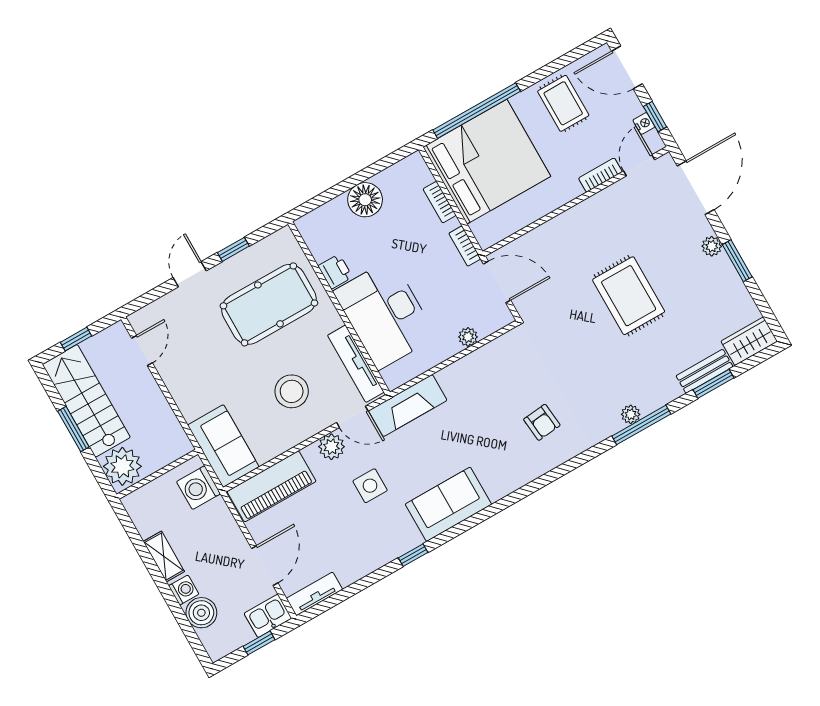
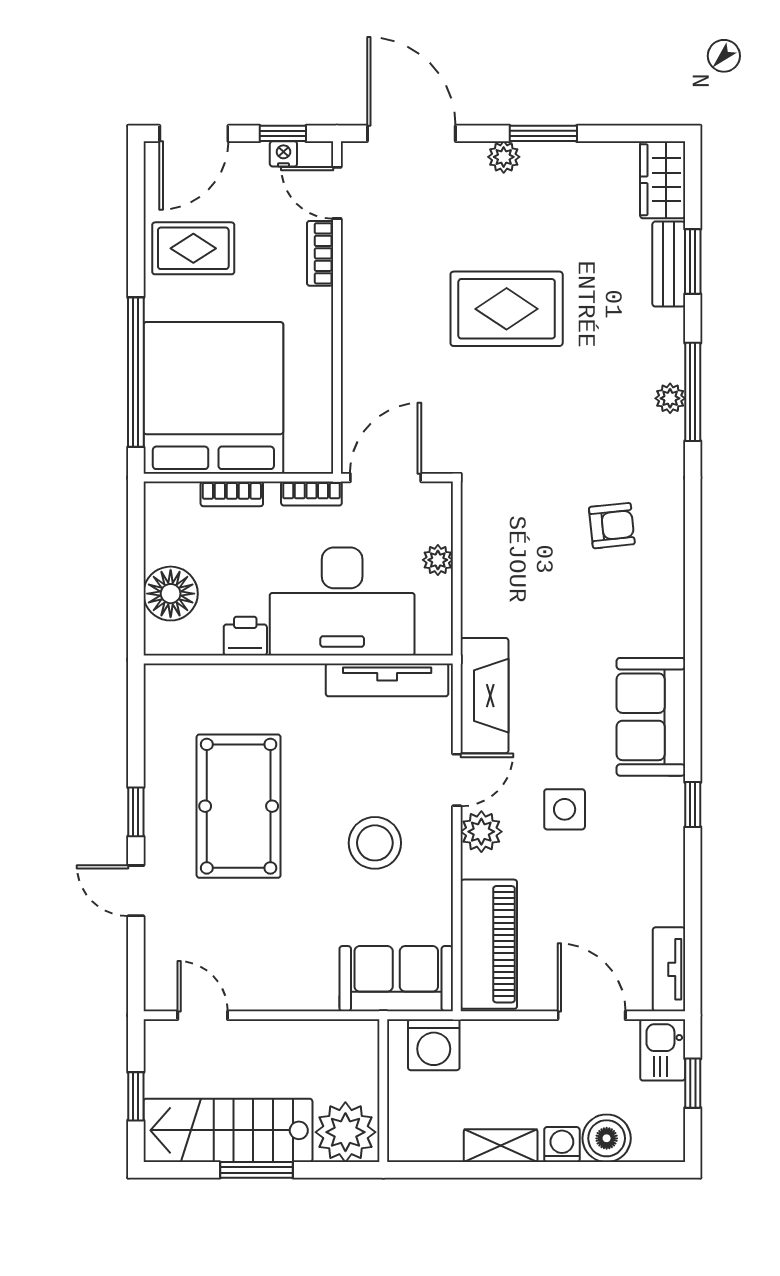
printer: (335, 272) -> (245, 636), moved
wall: (339, 308) -> (298, 659), moved
desk: (385, 314) -> (342, 601), moved
tv unit: (356, 364) -> (387, 680), moved

